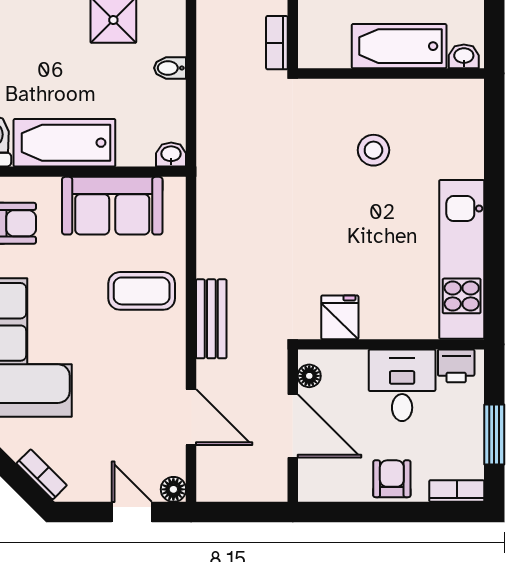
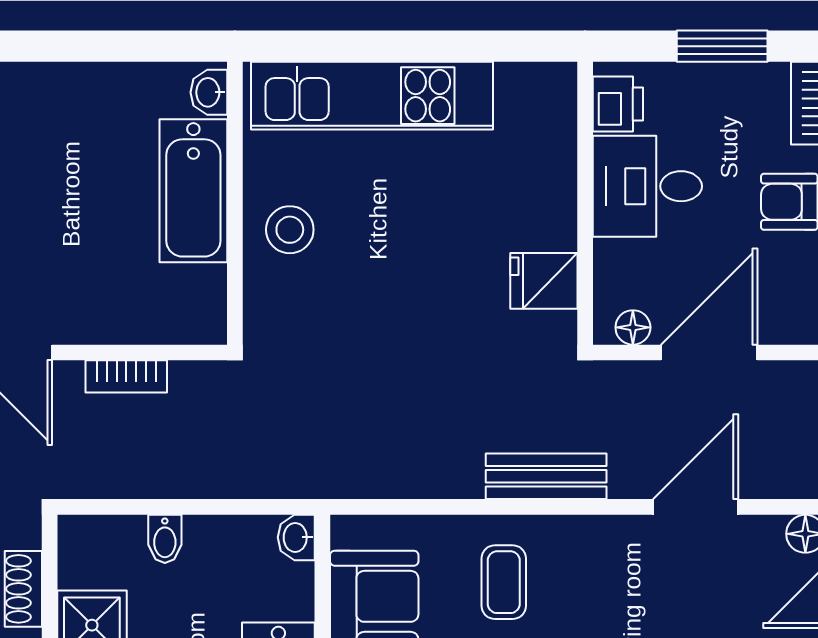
bathtub: (399, 46) -> (193, 191), moved
washbasin: (464, 56) -> (209, 92), moved
wall: (391, 73) -> (235, 203), moved
kitchen unit: (462, 259) -> (372, 96), moved
coffee table: (142, 291) -> (504, 582), width x0.73, depth x0.77

